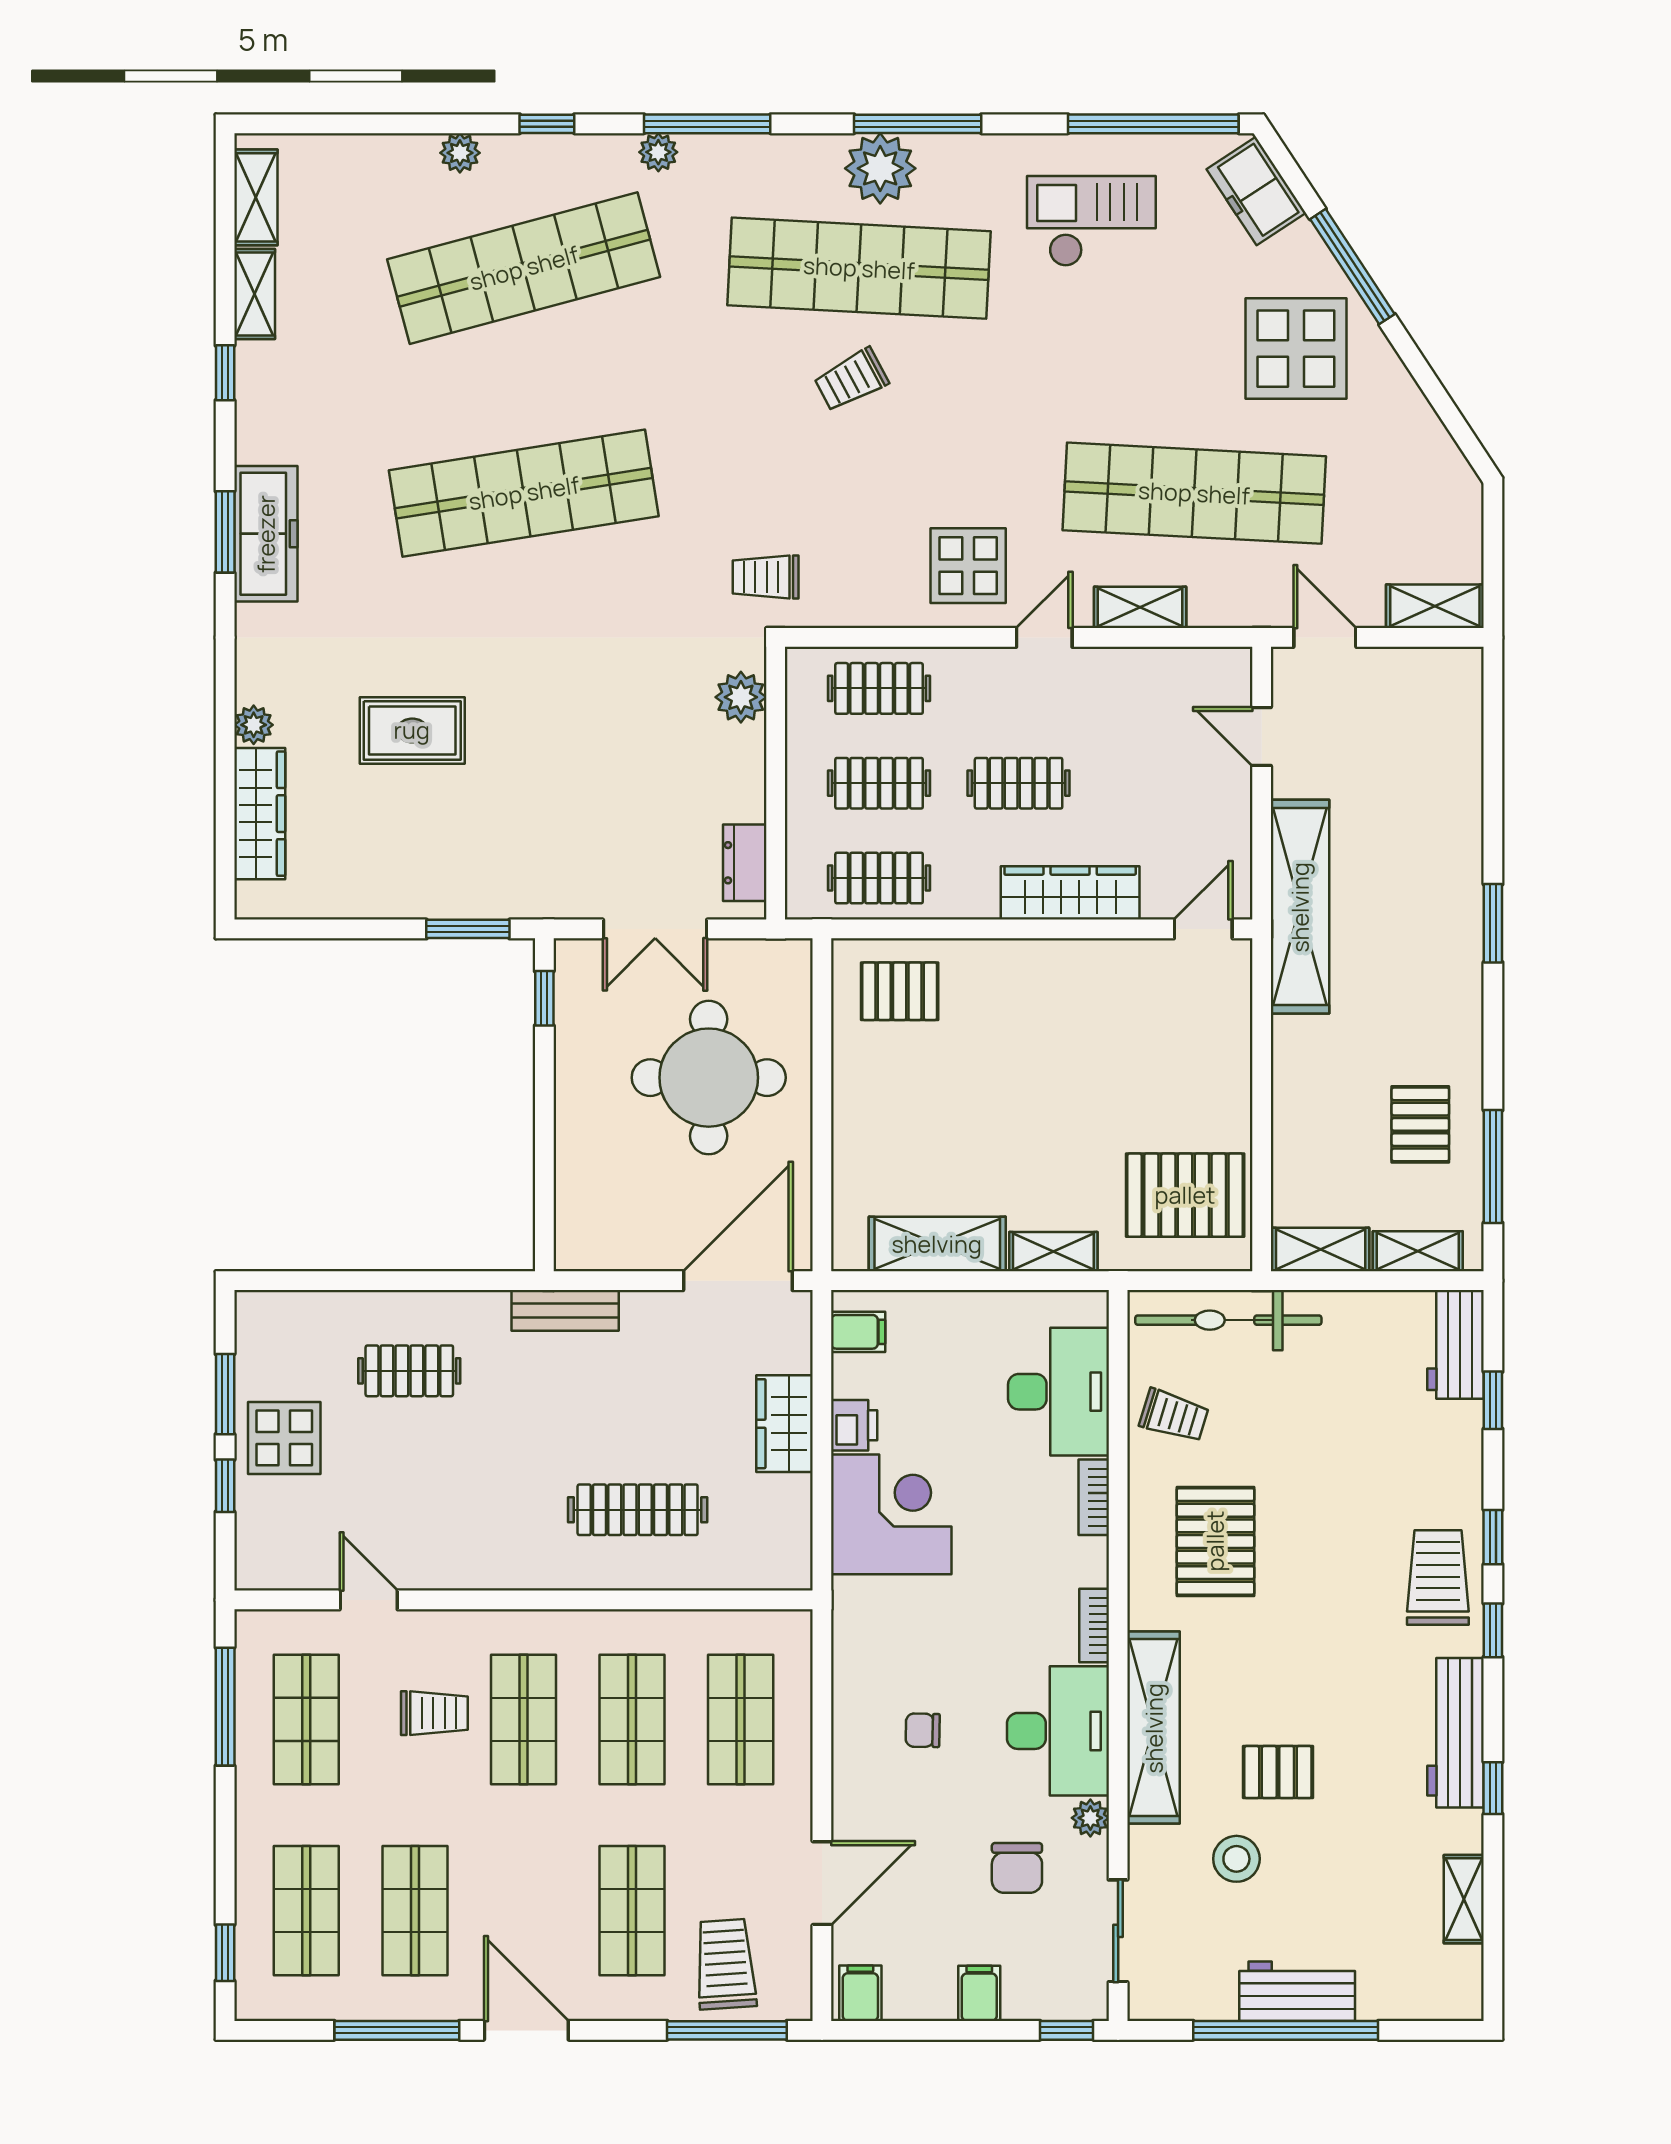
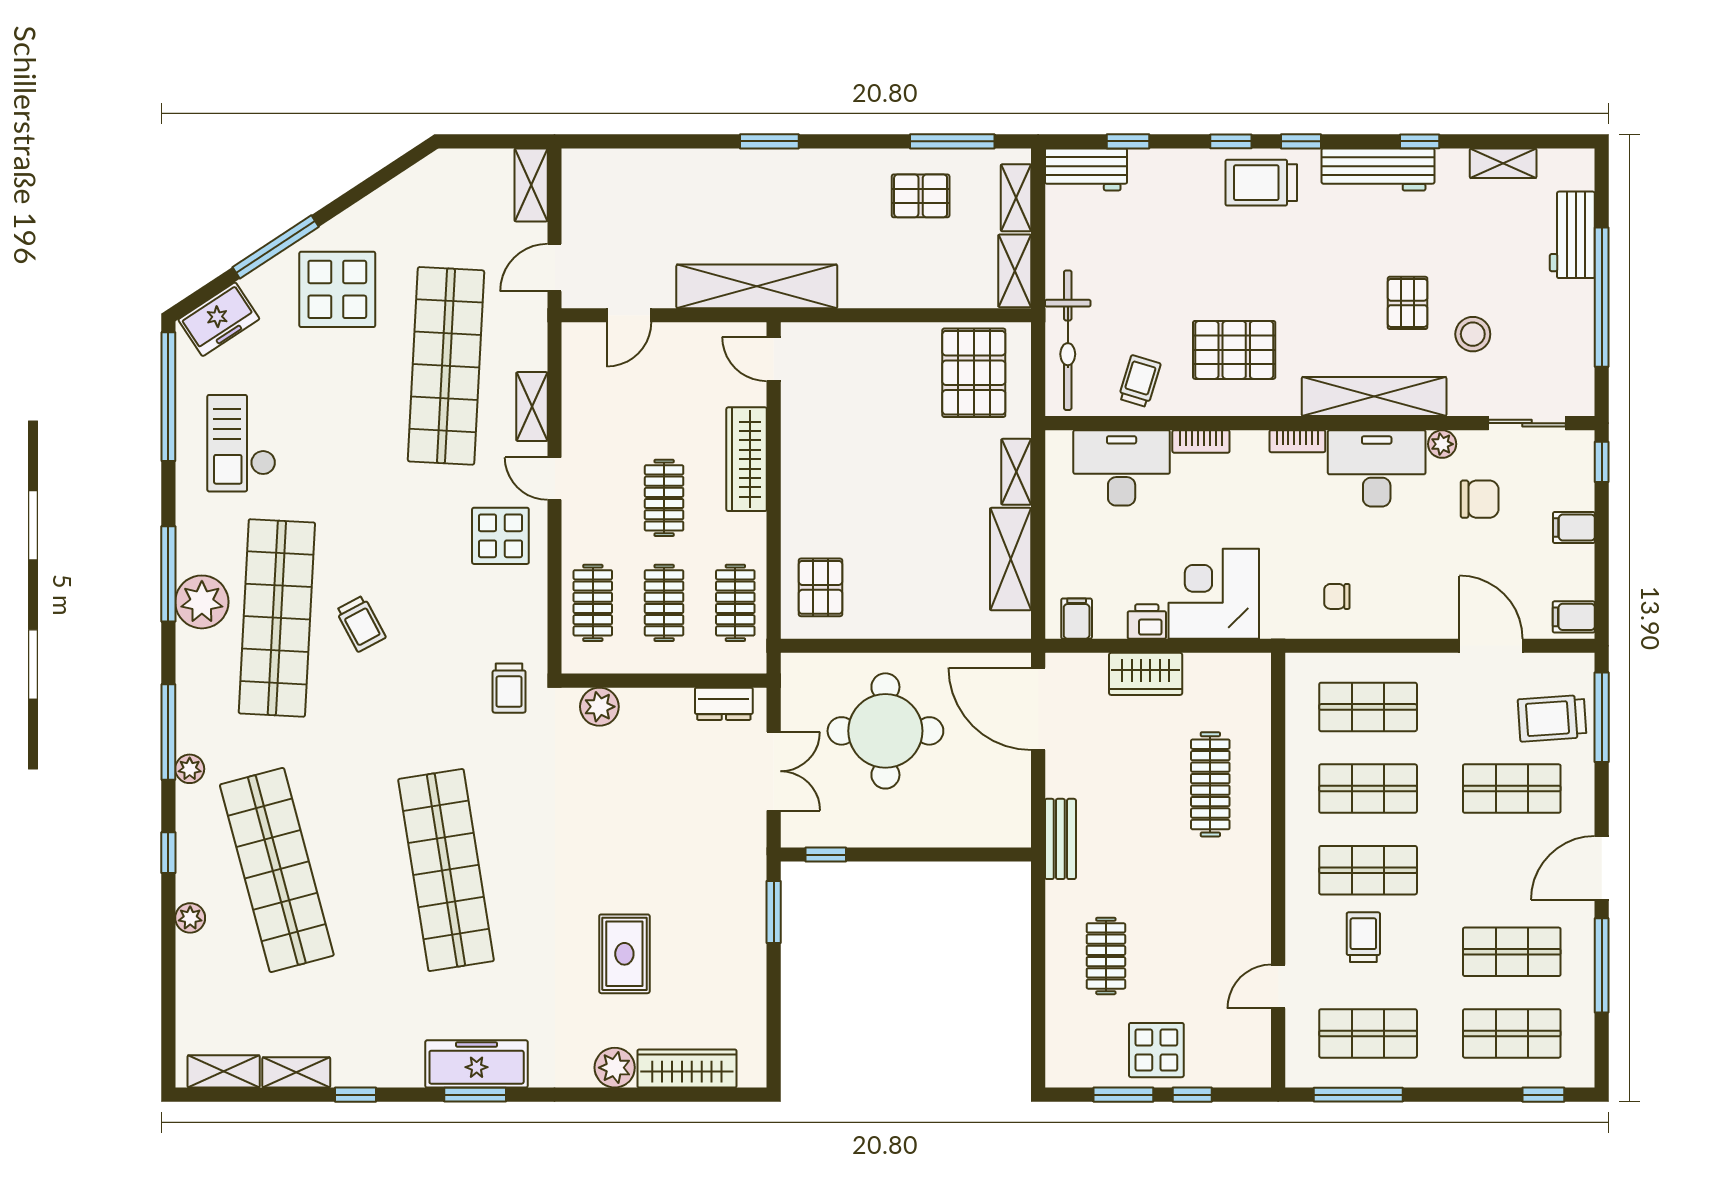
plant: (254, 725) -> (615, 1068), width x1.38, depth x1.38
chair: (923, 1730) -> (1337, 596), moved, turned 89
workbench: (1297, 1991) -> (1572, 235), moved

